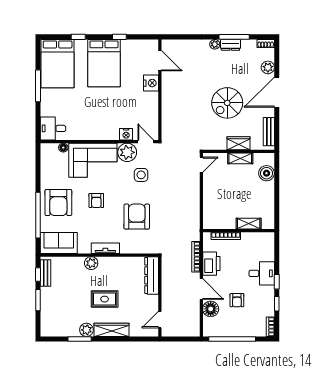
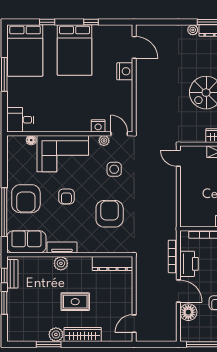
plant: (127, 152) -> (104, 141), width x0.53, depth x0.53
door: (201, 165) -> (178, 158), swing flipped
tv unit: (105, 248) -> (62, 247), moved
dresser: (152, 275) -> (112, 263), moved, turned -90

